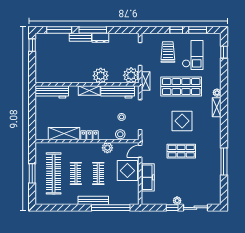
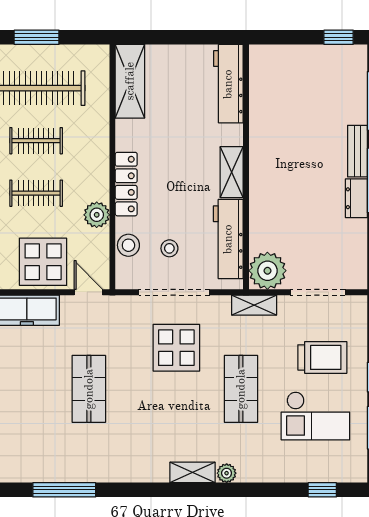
plant: (101, 76) -> (267, 199), removed
shop shelf: (181, 87) -> (241, 389), width x0.70, depth x0.74
display table: (182, 121) -> (176, 348), moved
shelving: (64, 134) -> (130, 81), moved
locker: (90, 135) -> (126, 184), width x1.53

